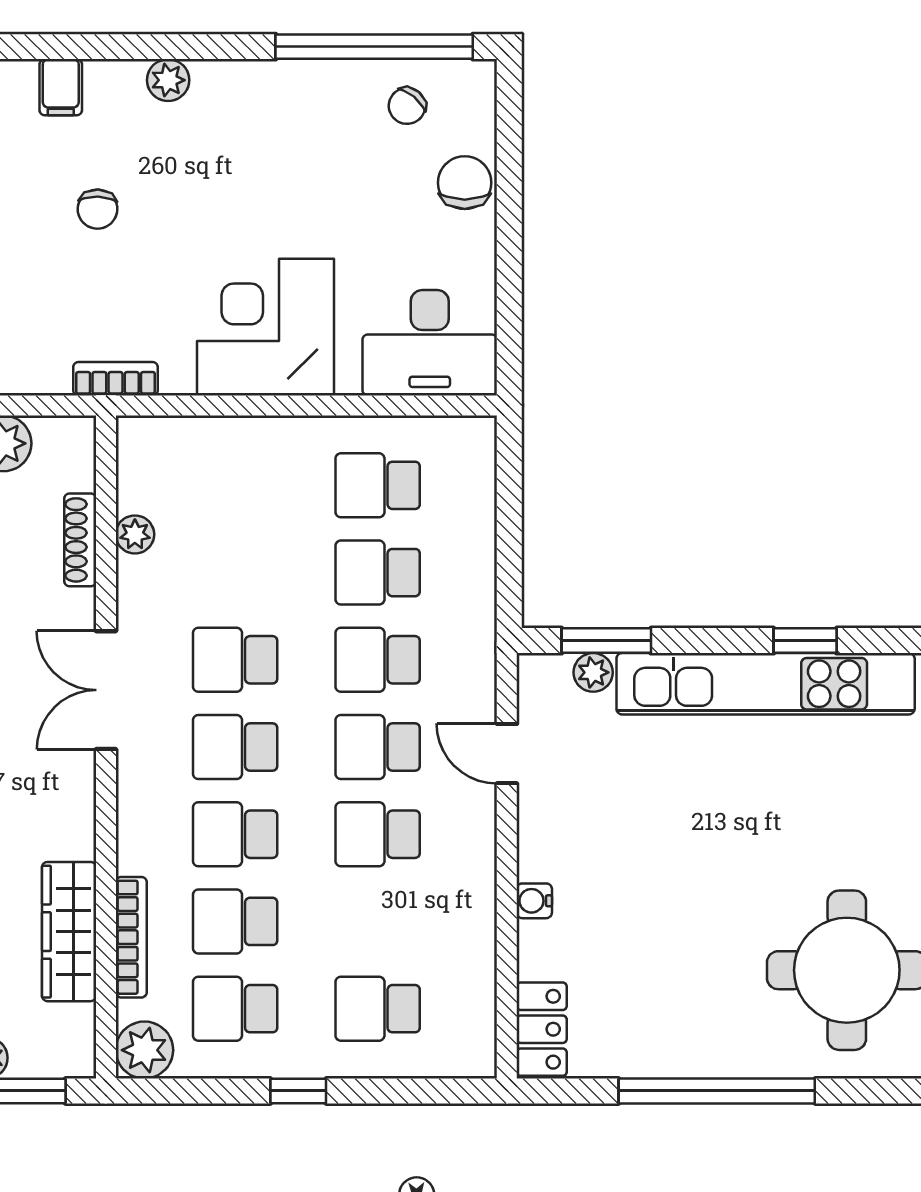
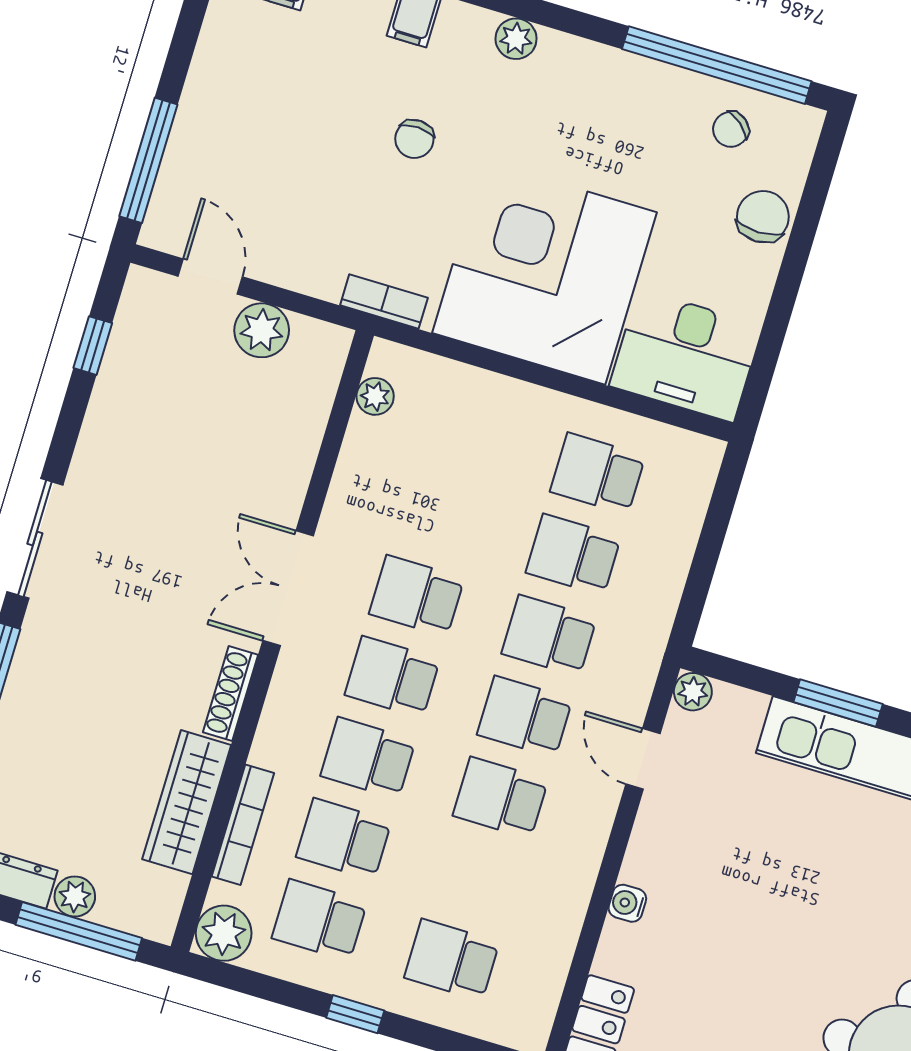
corner desk: (266, 327) -> (545, 273), width x1.36, depth x1.36
plant: (135, 534) -> (375, 396), moved
shoe rack: (80, 540) -> (230, 694), moved
window: (606, 641) -> (838, 703), moved
plant: (593, 672) -> (693, 692), moved

